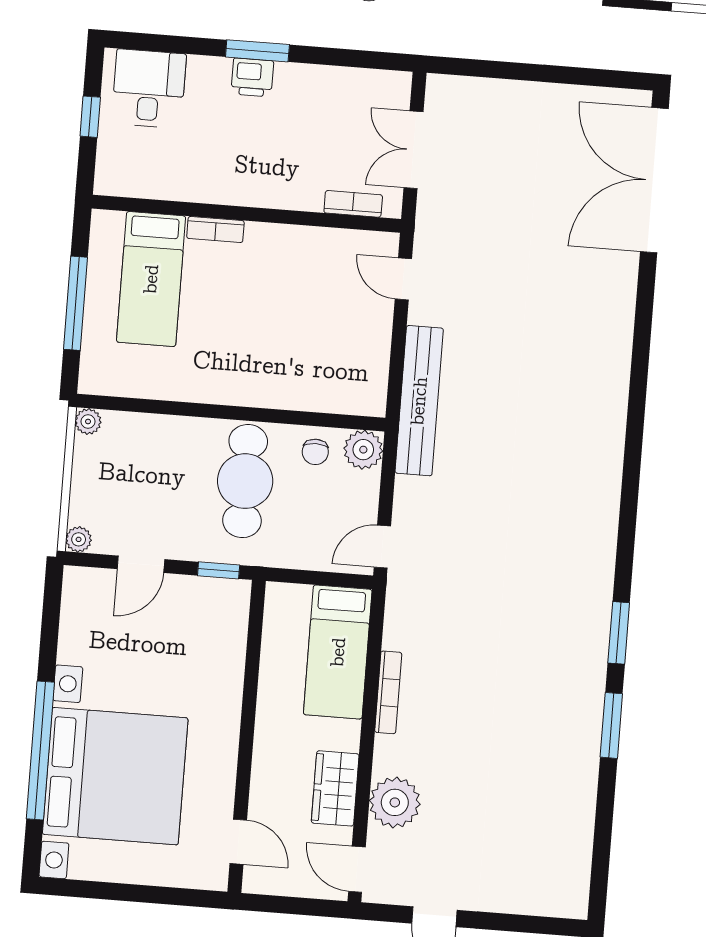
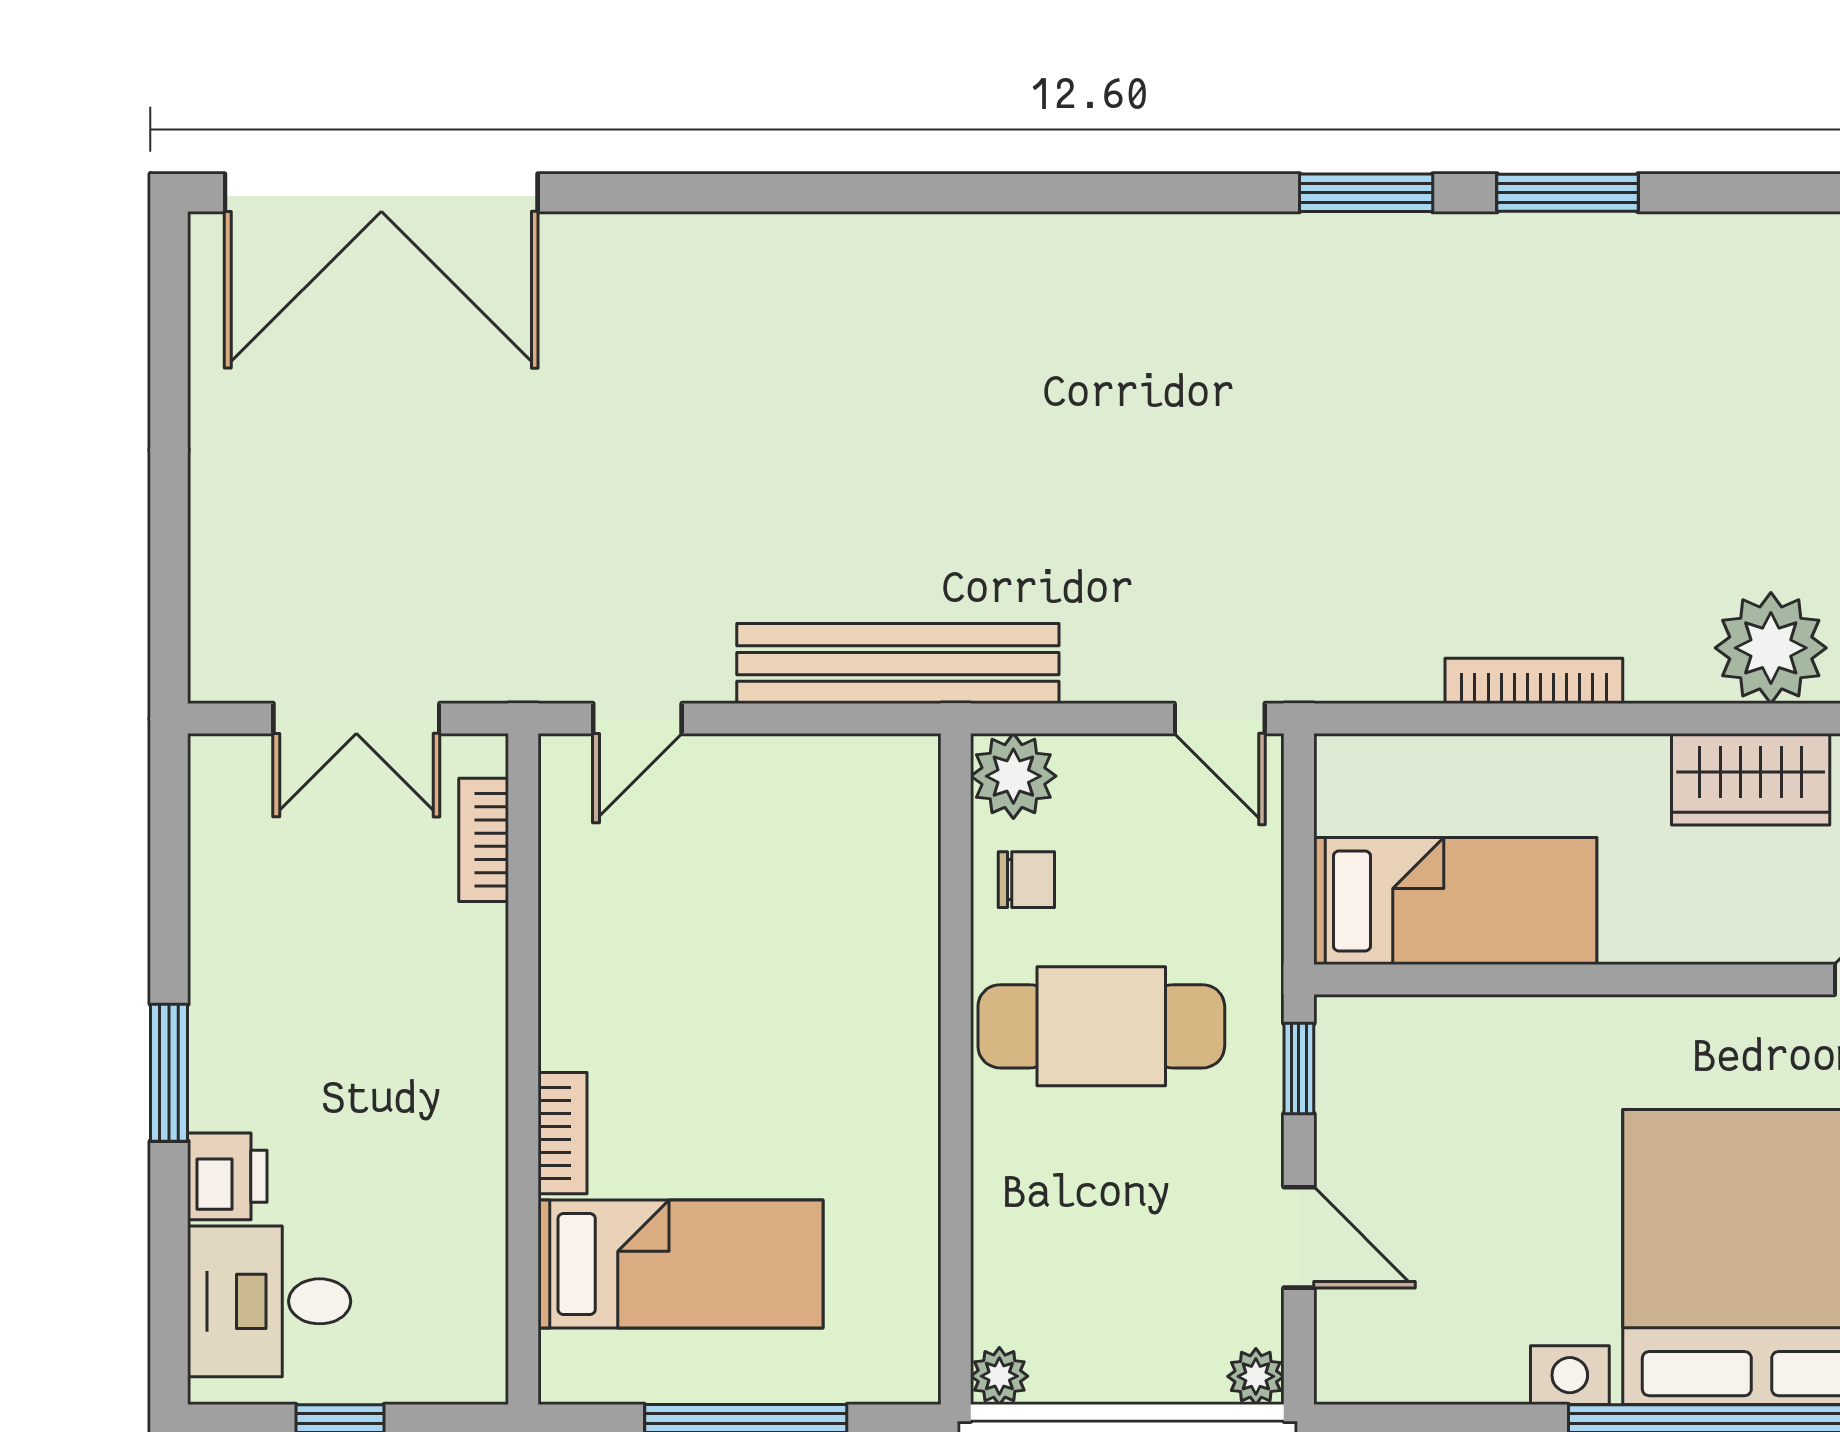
printer: (252, 77) -> (227, 1176), moved
bed: (338, 652) -> (1455, 901), moved

